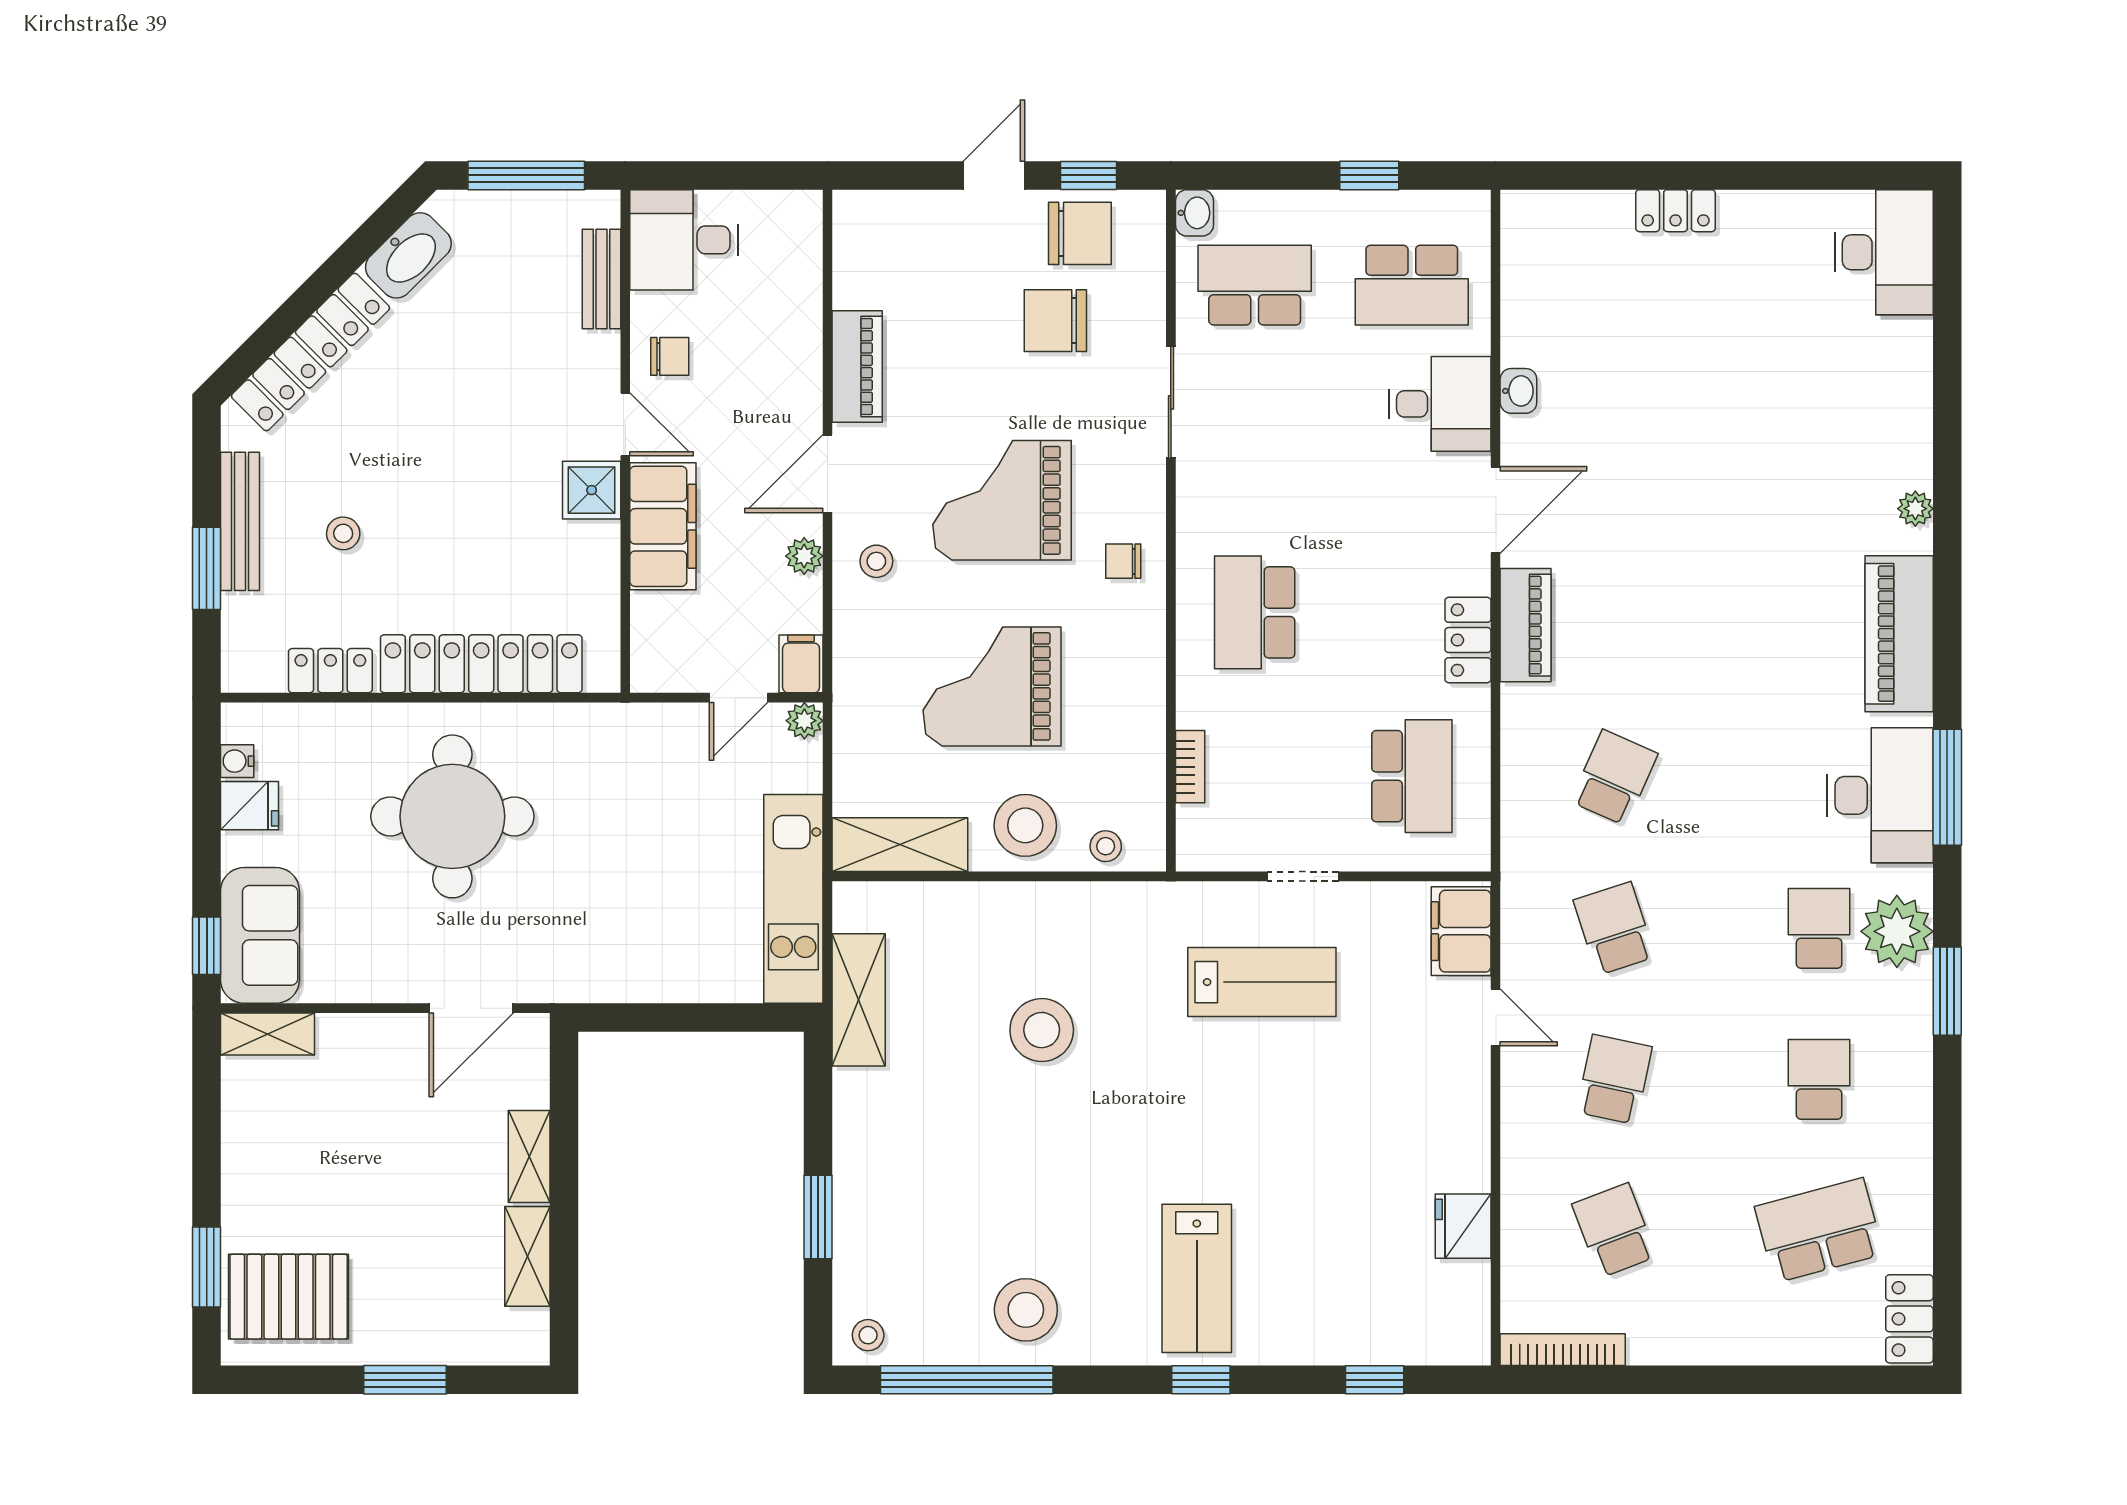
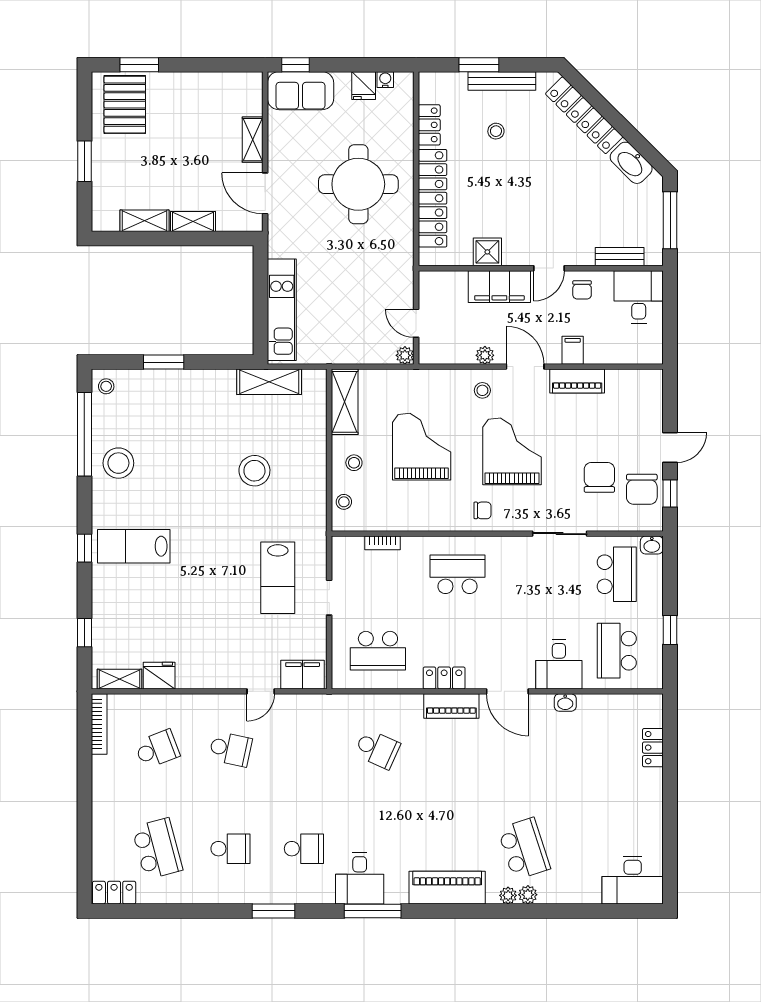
door: (994, 175) -> (670, 448), hinge flipped
locker: (1676, 211) -> (653, 748), moved
shower: (592, 490) -> (487, 252), moved
chair: (1123, 561) -> (482, 510), turned 90
filing cabinet: (801, 664) -> (573, 350), moved, turned -90
desk: (1880, 795) -> (360, 878), width x0.73
stool: (1025, 825) -> (354, 463), width x0.53, depth x0.53
kitchen unit: (793, 899) -> (282, 310), moved, turned 90
school desk: (1614, 928) -> (524, 849), moved, width x1.85
plant: (1897, 931) -> (528, 895), moved, width x0.53, depth x0.53
shelving: (268, 1034) -> (253, 140), moved
shelving: (1470, 1308) -> (119, 679), added

